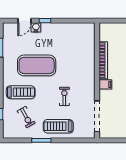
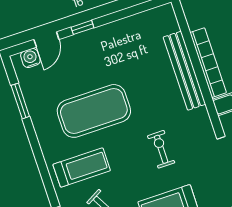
water cooler: (36, 27) -> (30, 58), moved
bench: (90, 60) -> (184, 71), added

